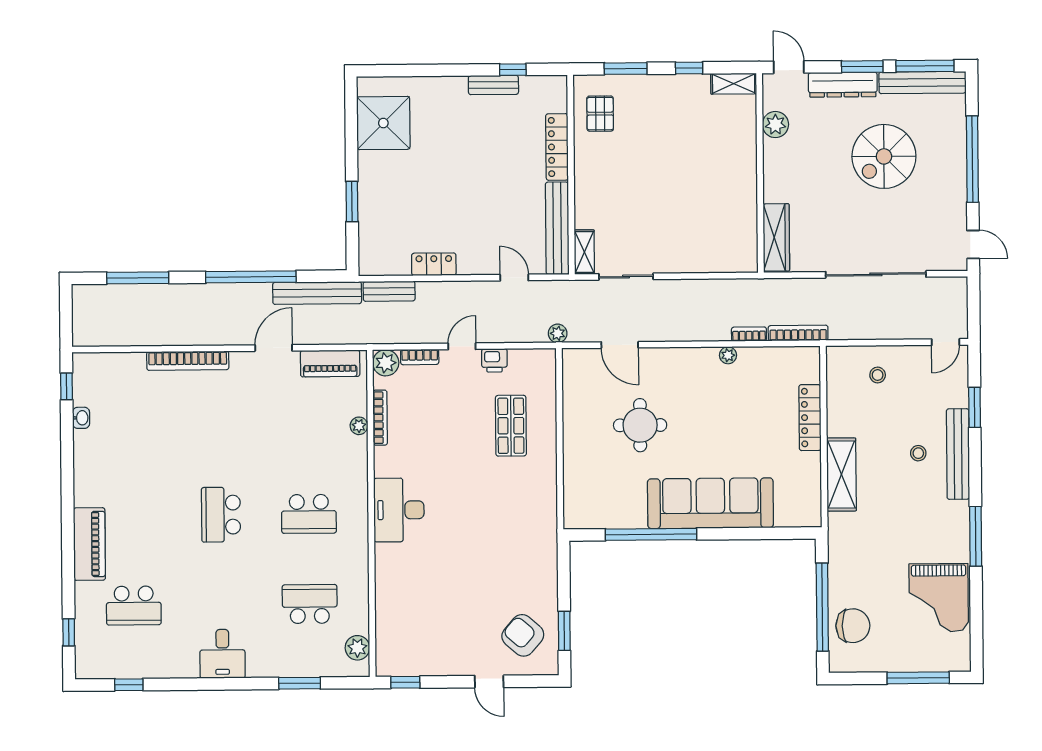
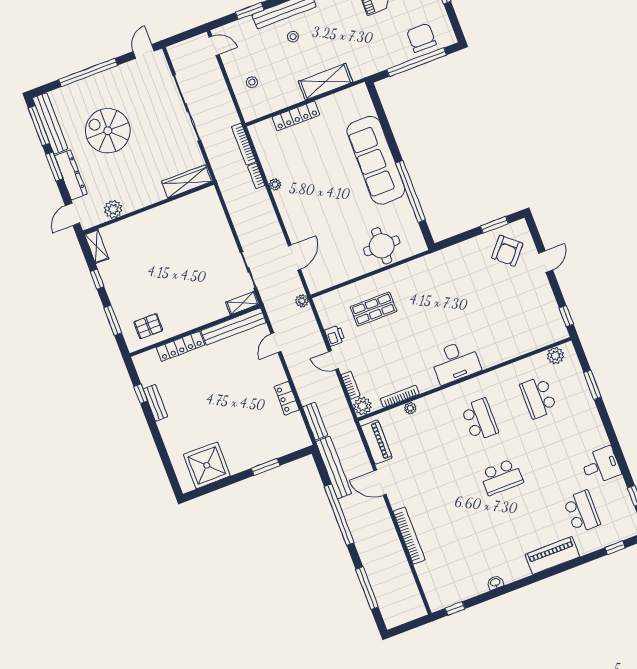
spiral stairs: (884, 156) -> (108, 131), turned 180
washbasin: (81, 418) -> (495, 583), moved
round table: (640, 425) -> (382, 246), moved
desk: (222, 654) -> (601, 465), moved

